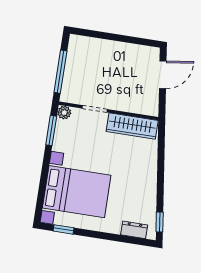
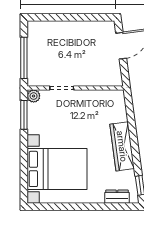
wardrobe: (132, 126) -> (122, 146), moved, turned 82
window: (63, 229) -> (50, 207), removed

